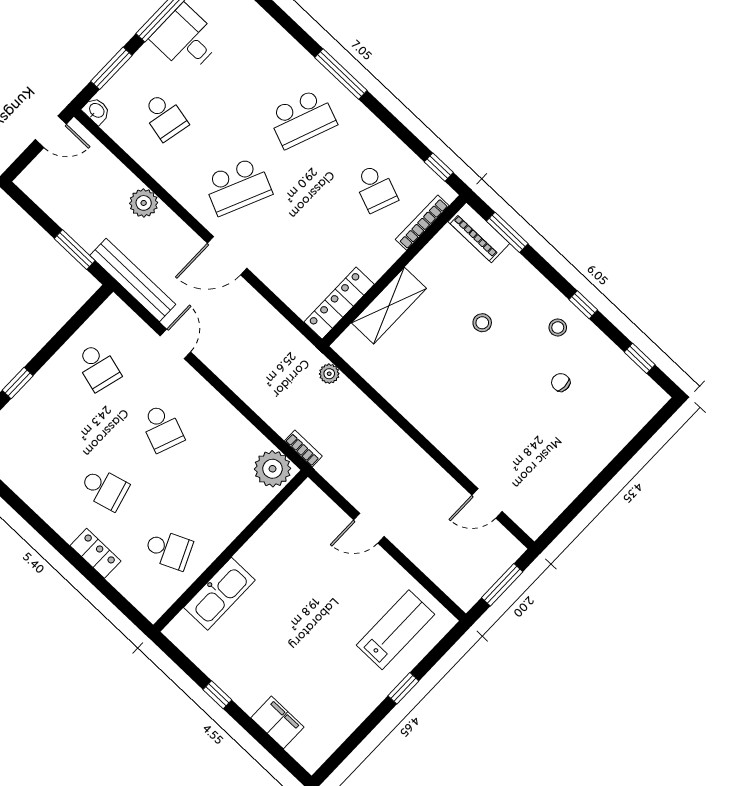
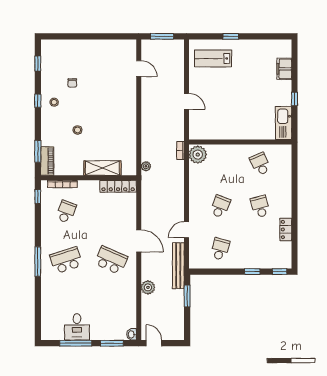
school desk: (165, 116) -> (111, 309), removed
school desk: (302, 118) -> (66, 260), turned -39
locker: (95, 553) -> (286, 230), moved
kitchen sink: (219, 594) -> (284, 123), moved, turned -90

